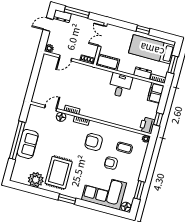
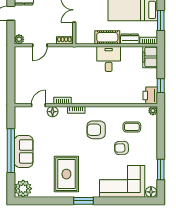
cot: (108, 62) -> (107, 37), moved
plant: (36, 180) -> (23, 189), moved

